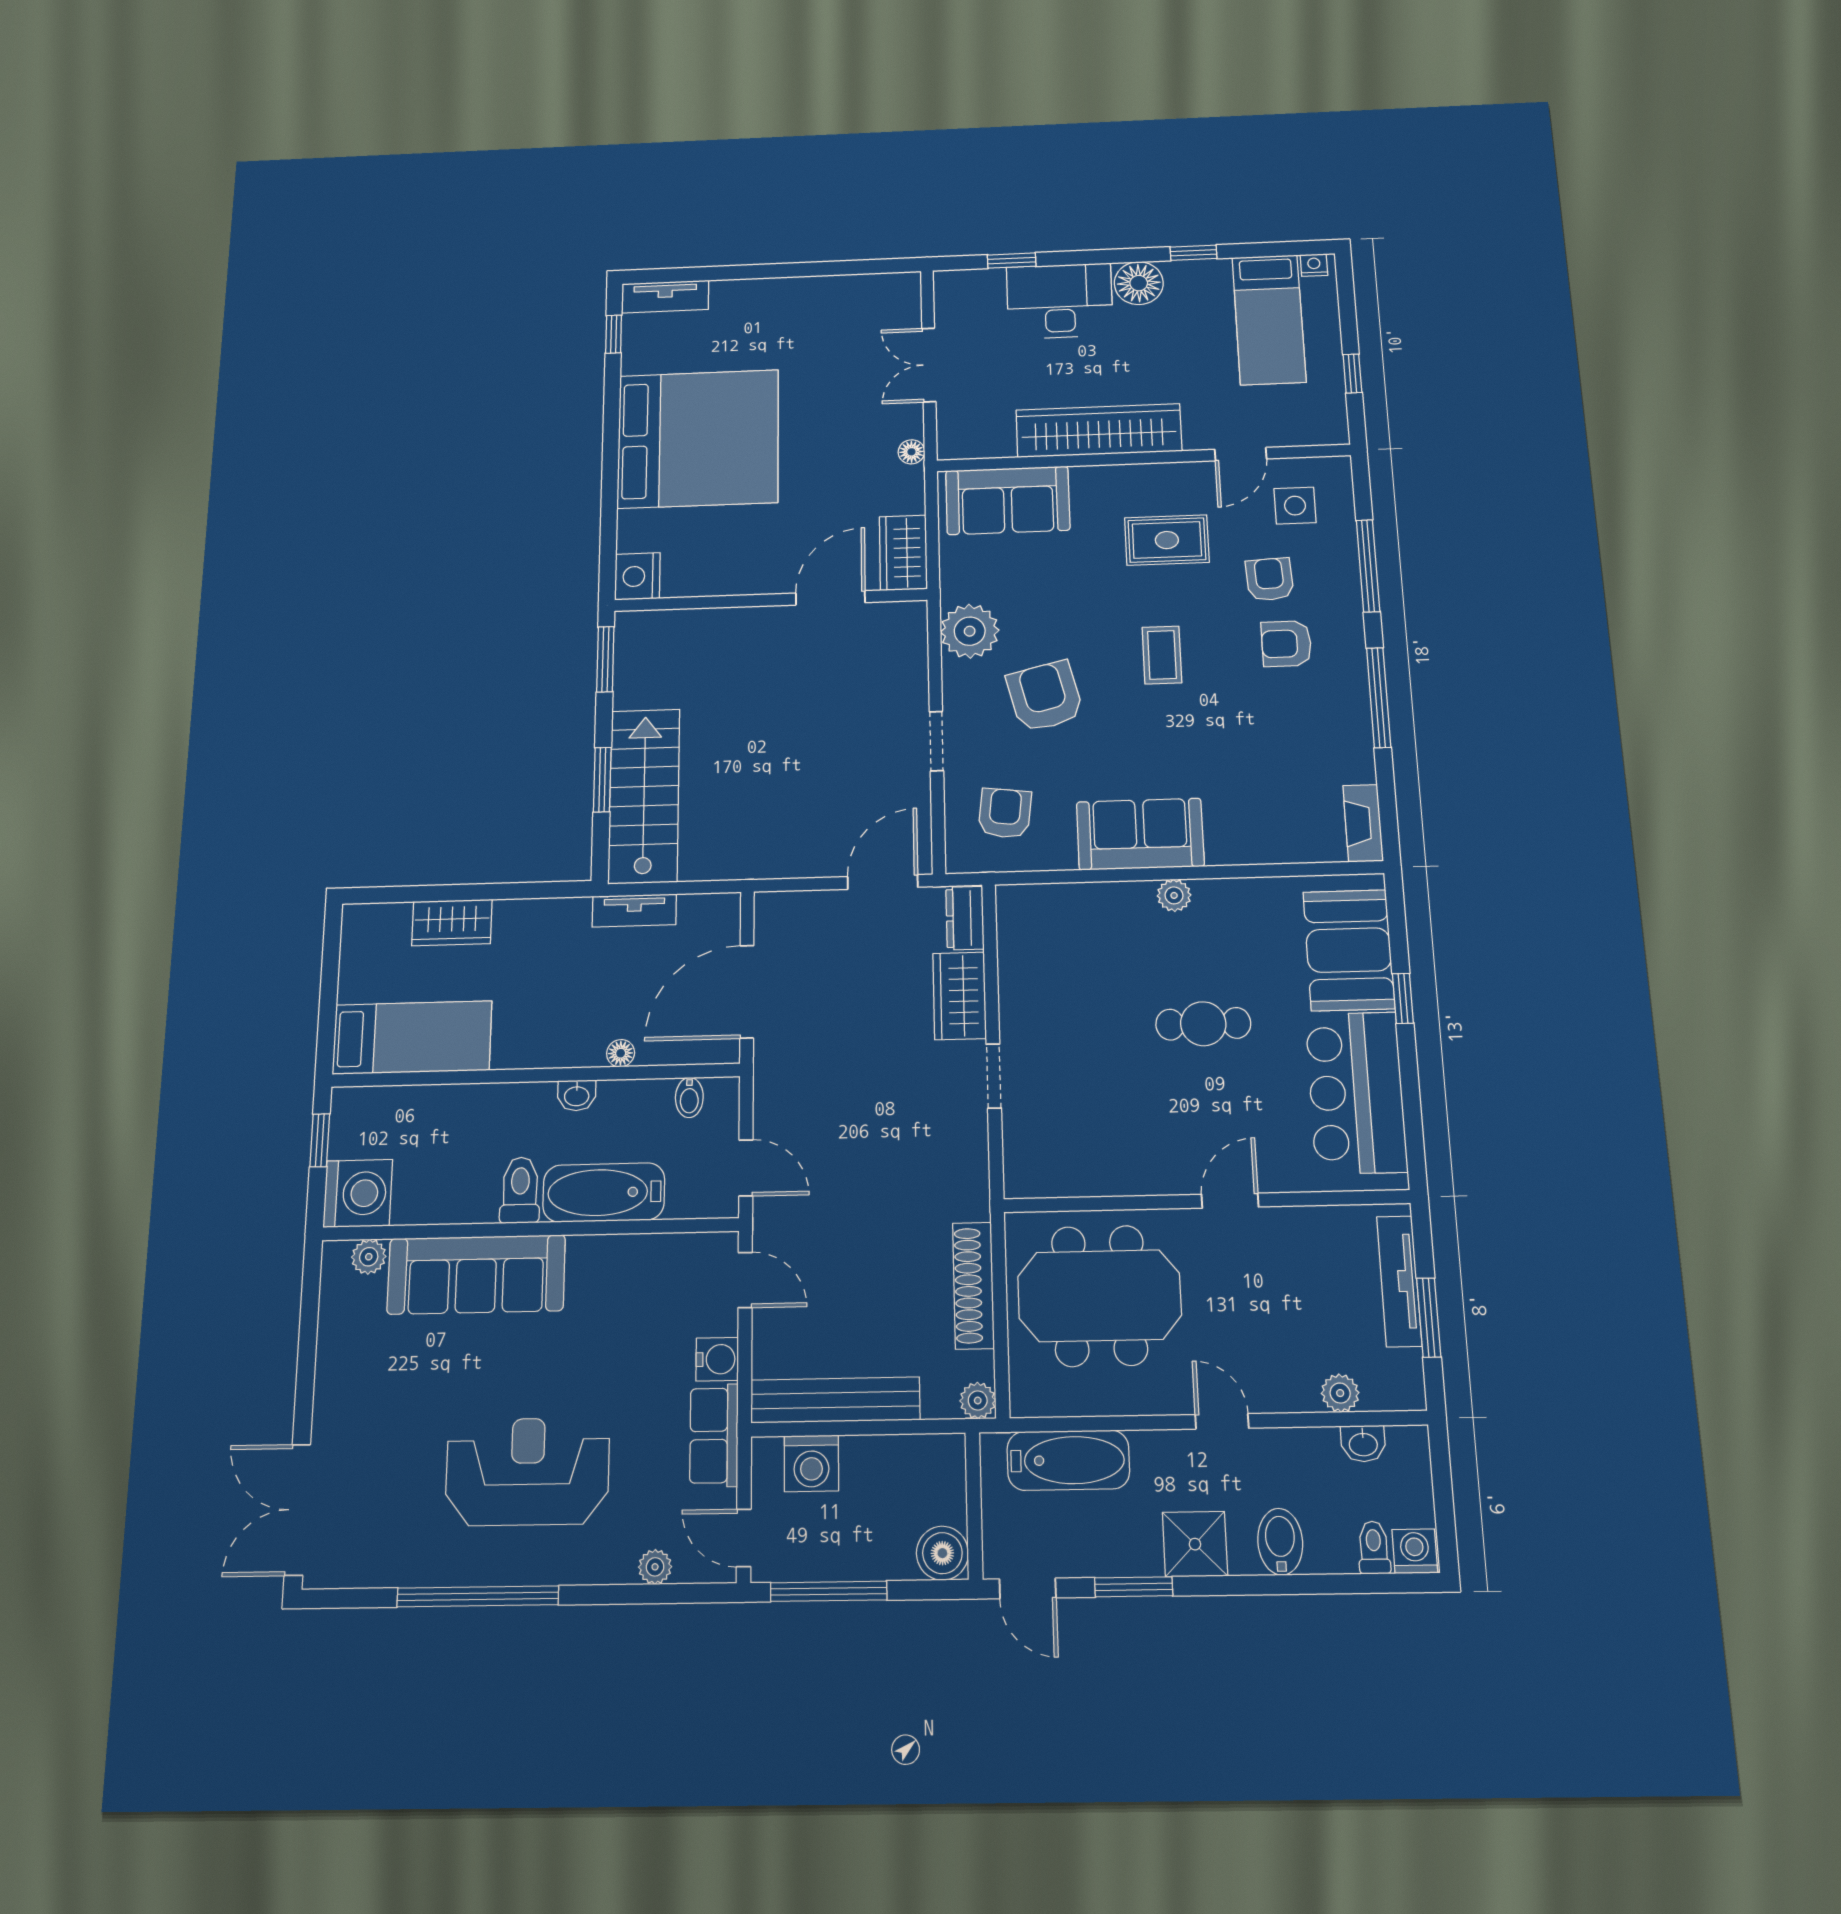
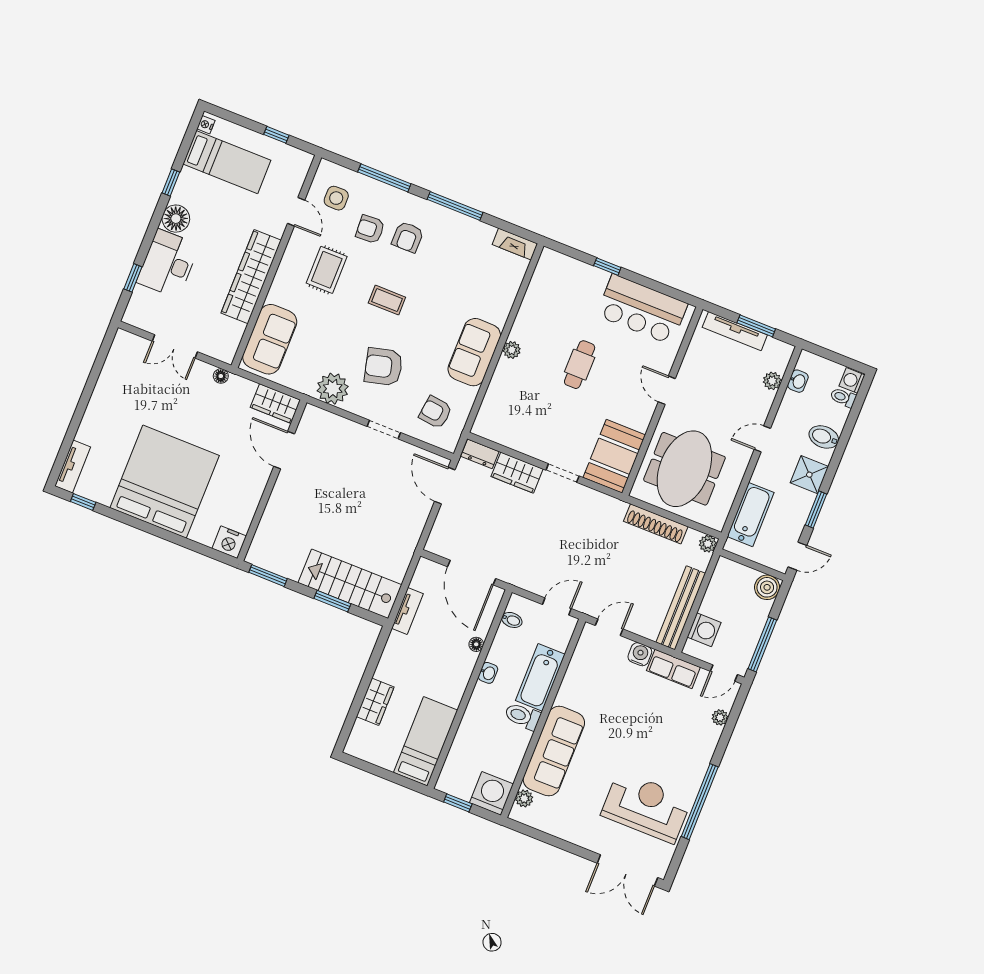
booth: (1349, 950) -> (614, 456), moved, turned 90
reception desk: (527, 1472) -> (646, 807), moved, turned 90

